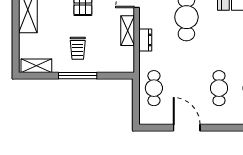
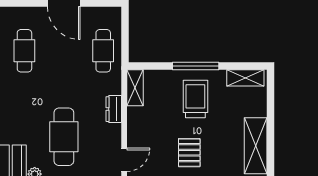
shelving: (128, 31) -> (135, 88), moved
trolley: (78, 48) -> (195, 99), width x1.36, depth x1.39

